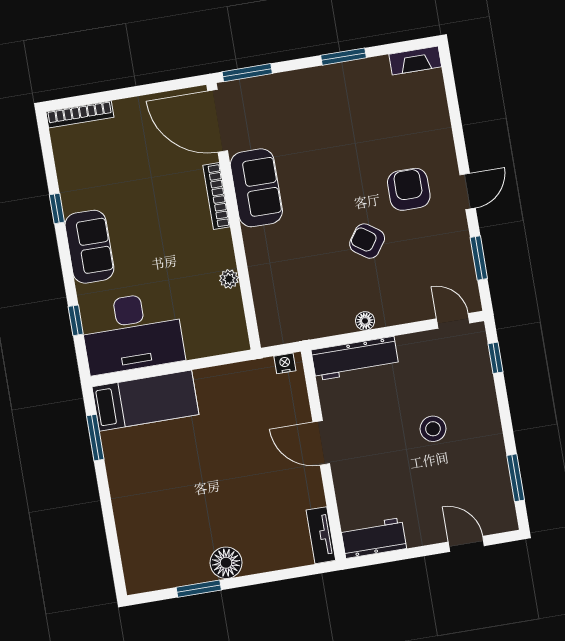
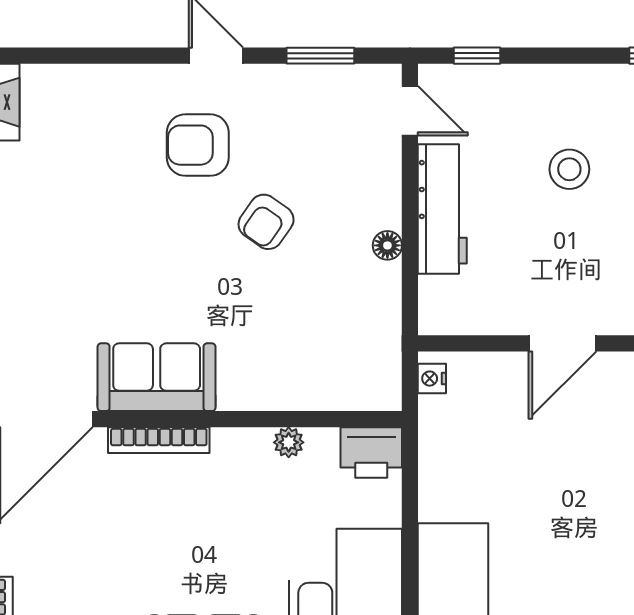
door: (453, 321) -> (410, 111), swing flipped
printer: (231, 333) -> (371, 453), added
workbench: (355, 359) -> (442, 209), moved

